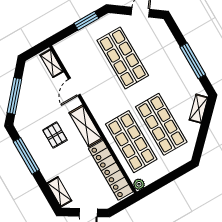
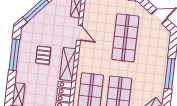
door: (74, 87) -> (79, 33), swing flipped

